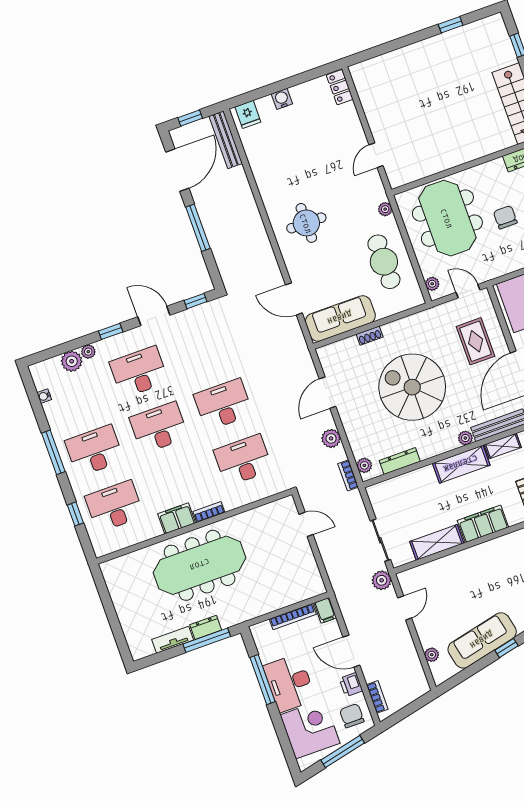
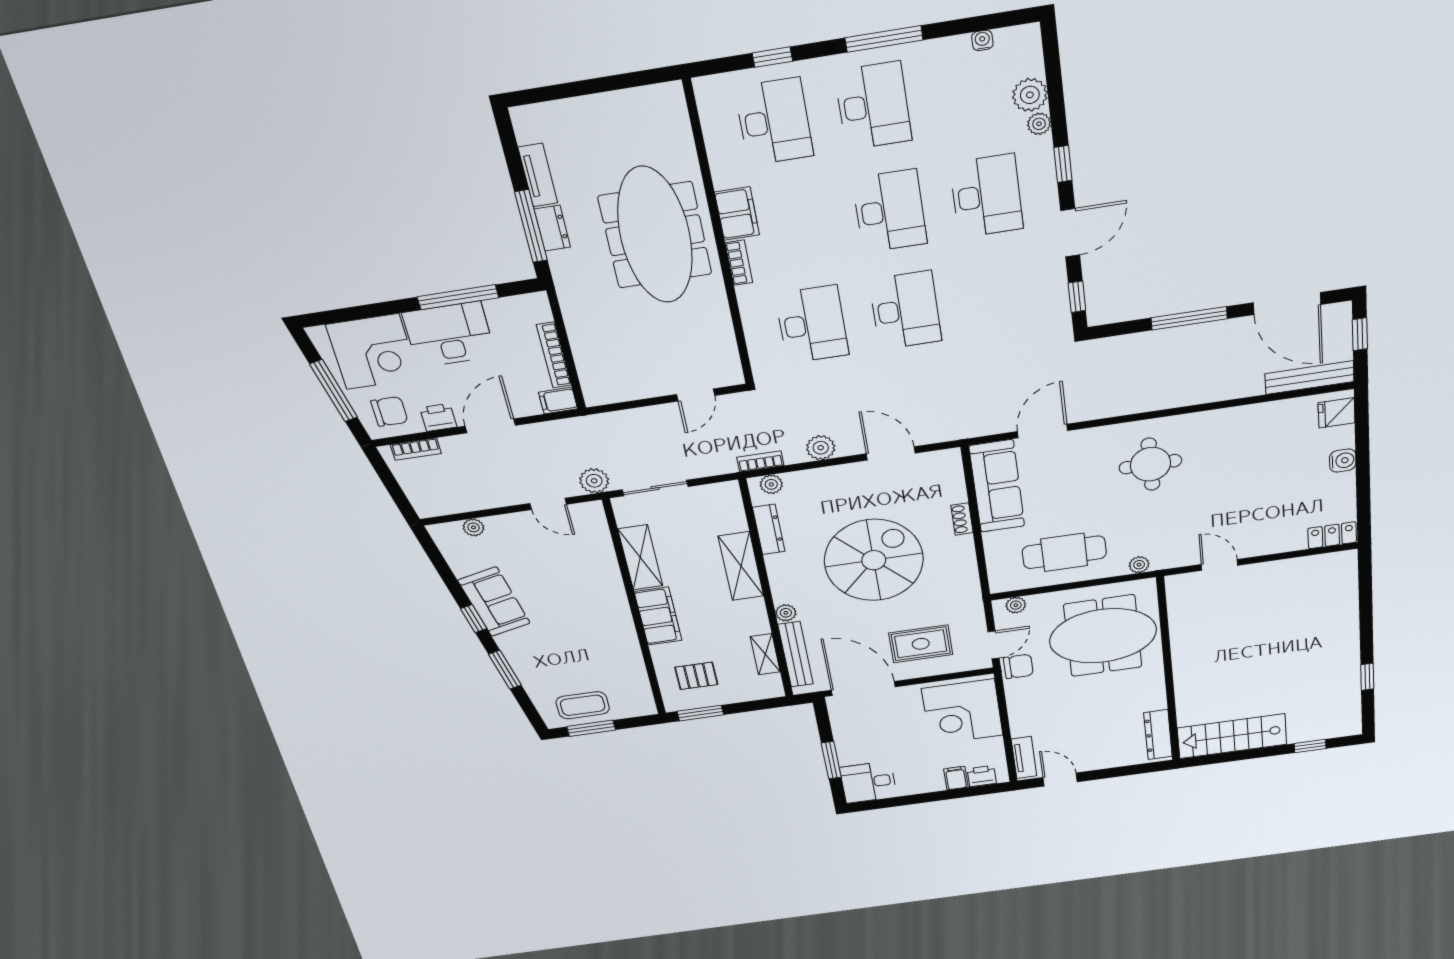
chair: (505, 217) -> (1018, 666), moved
shelving: (461, 464) -> (741, 566), moved
sofa: (482, 640) -> (494, 602), width x0.73

